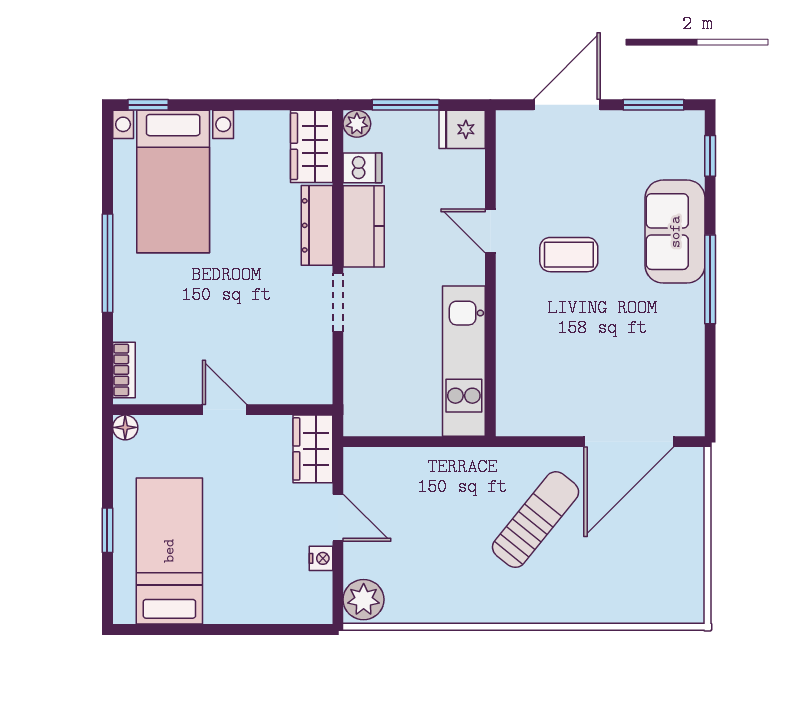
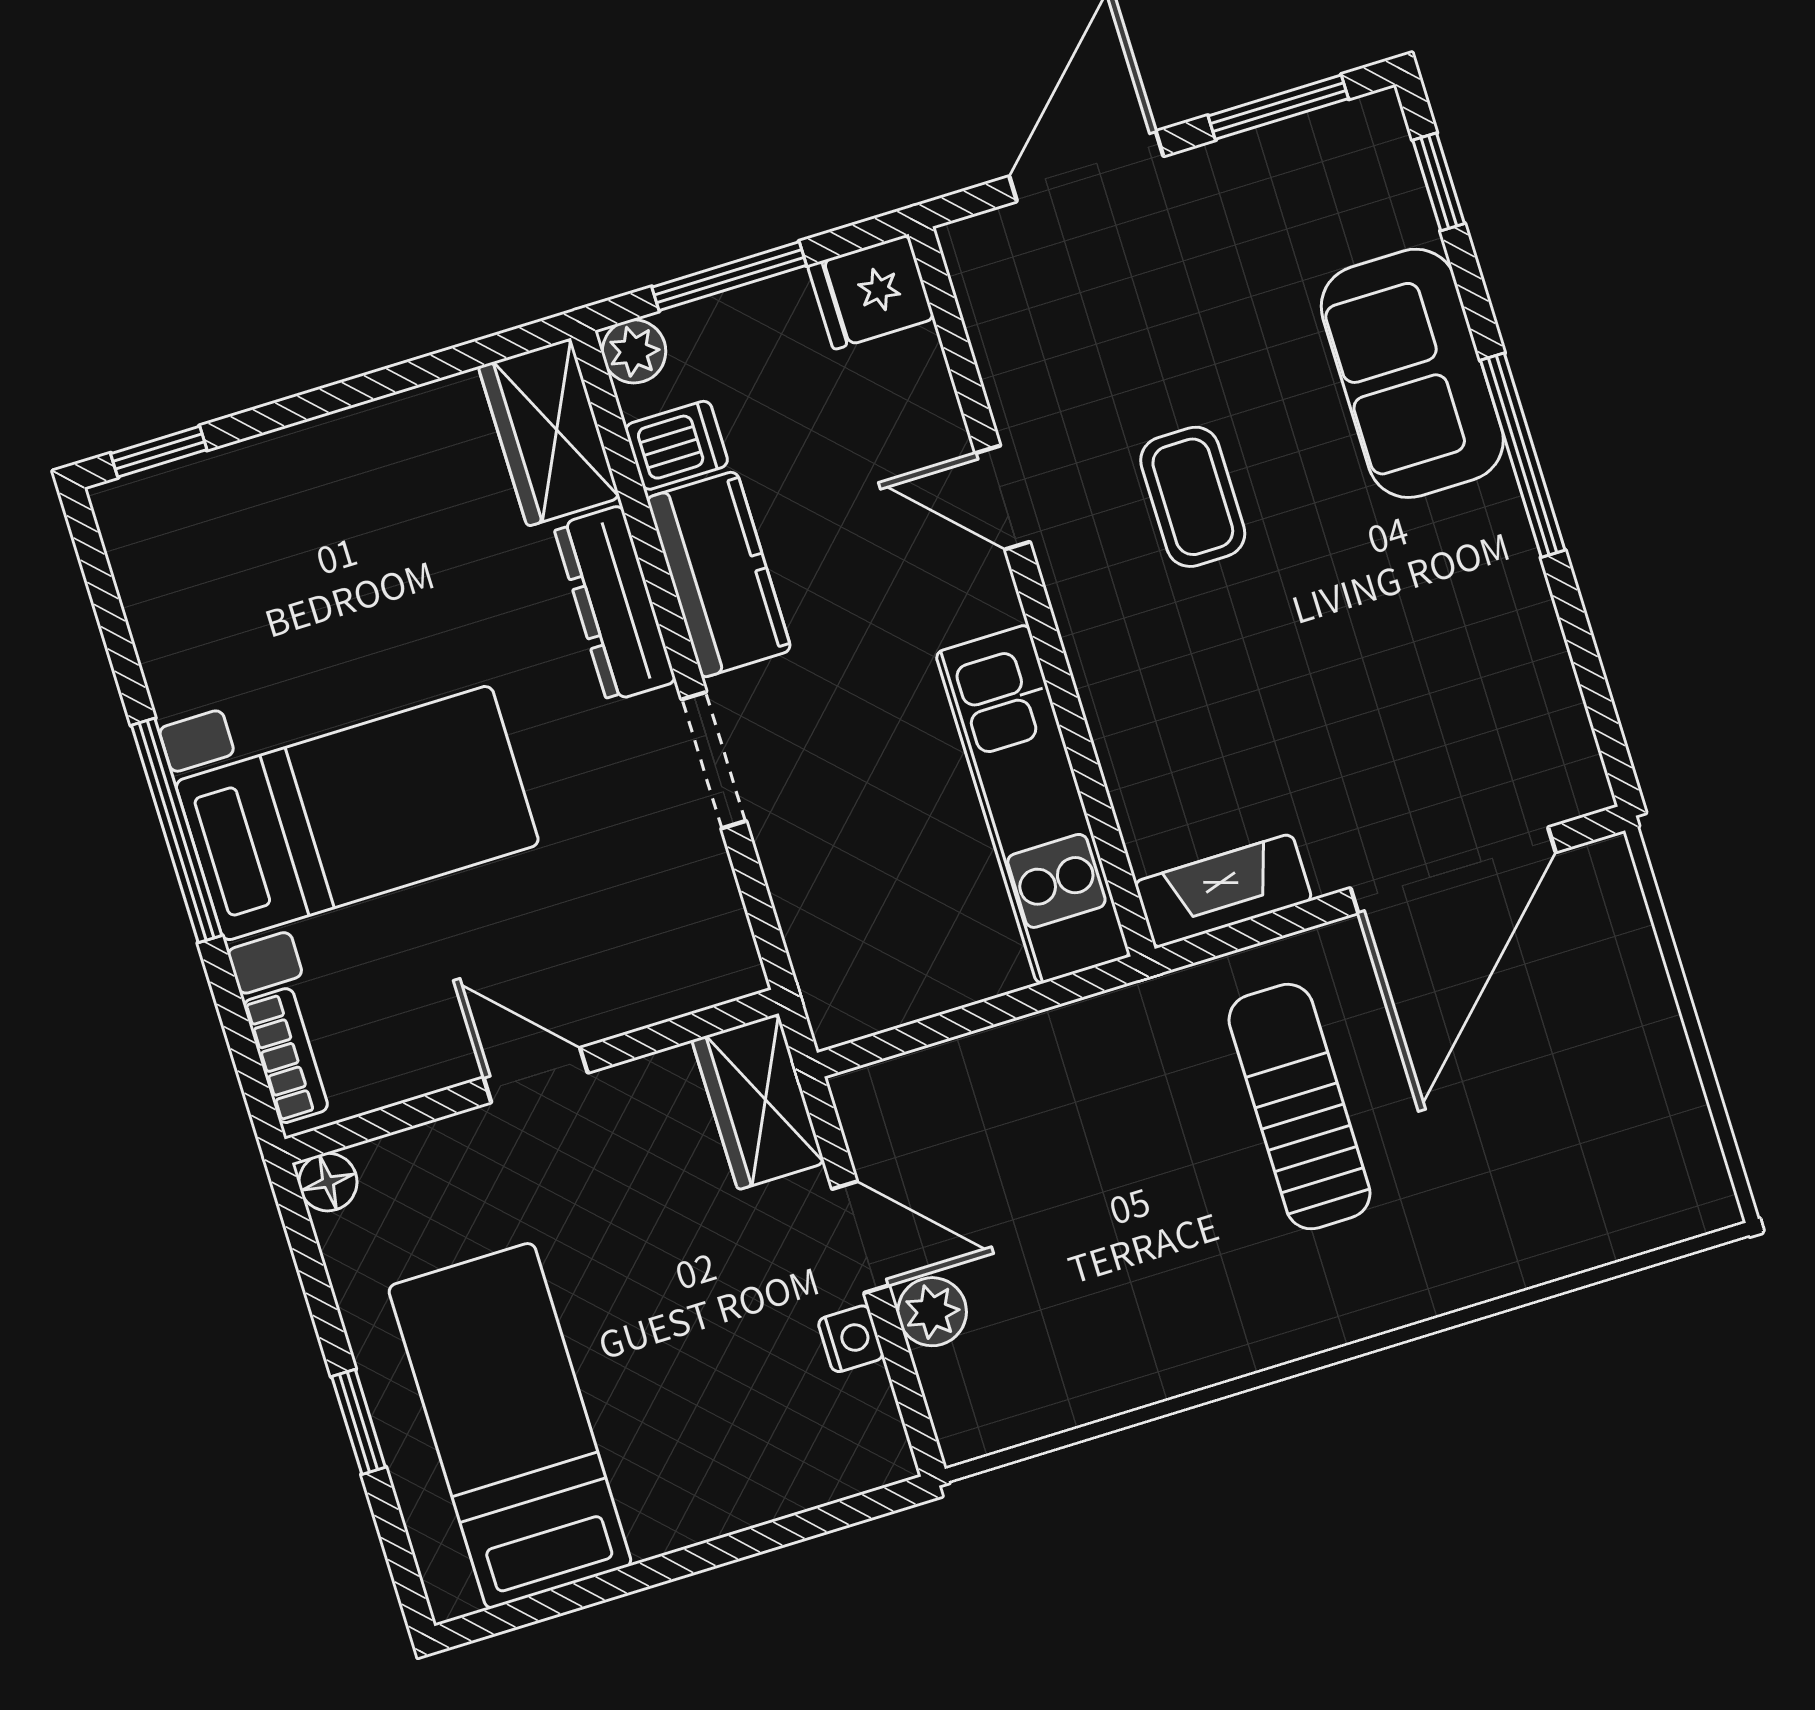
bed with nightstands: (173, 181) -> (357, 813), moved, turned -90
coffee table: (569, 255) -> (1193, 497), turned 90
fireplace: (531, 421) -> (1223, 891), added
sun lounger: (536, 520) -> (1300, 1107), turned -39
plant: (364, 600) -> (932, 1312), moved, width x0.73, depth x0.73

